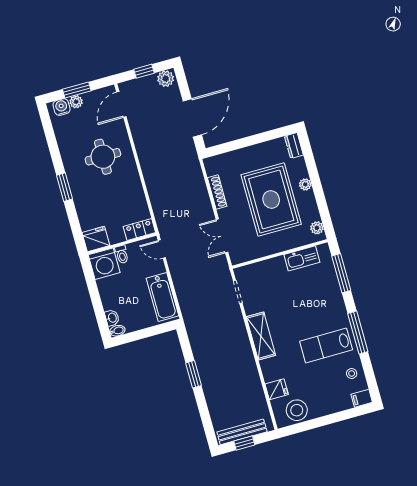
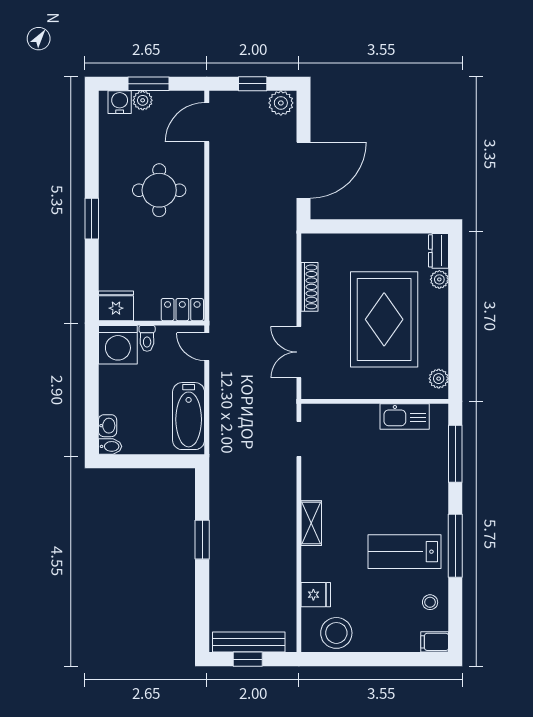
plant: (305, 184) -> (439, 279), moved
shelving: (261, 336) -> (311, 523), width x0.67, depth x0.75

